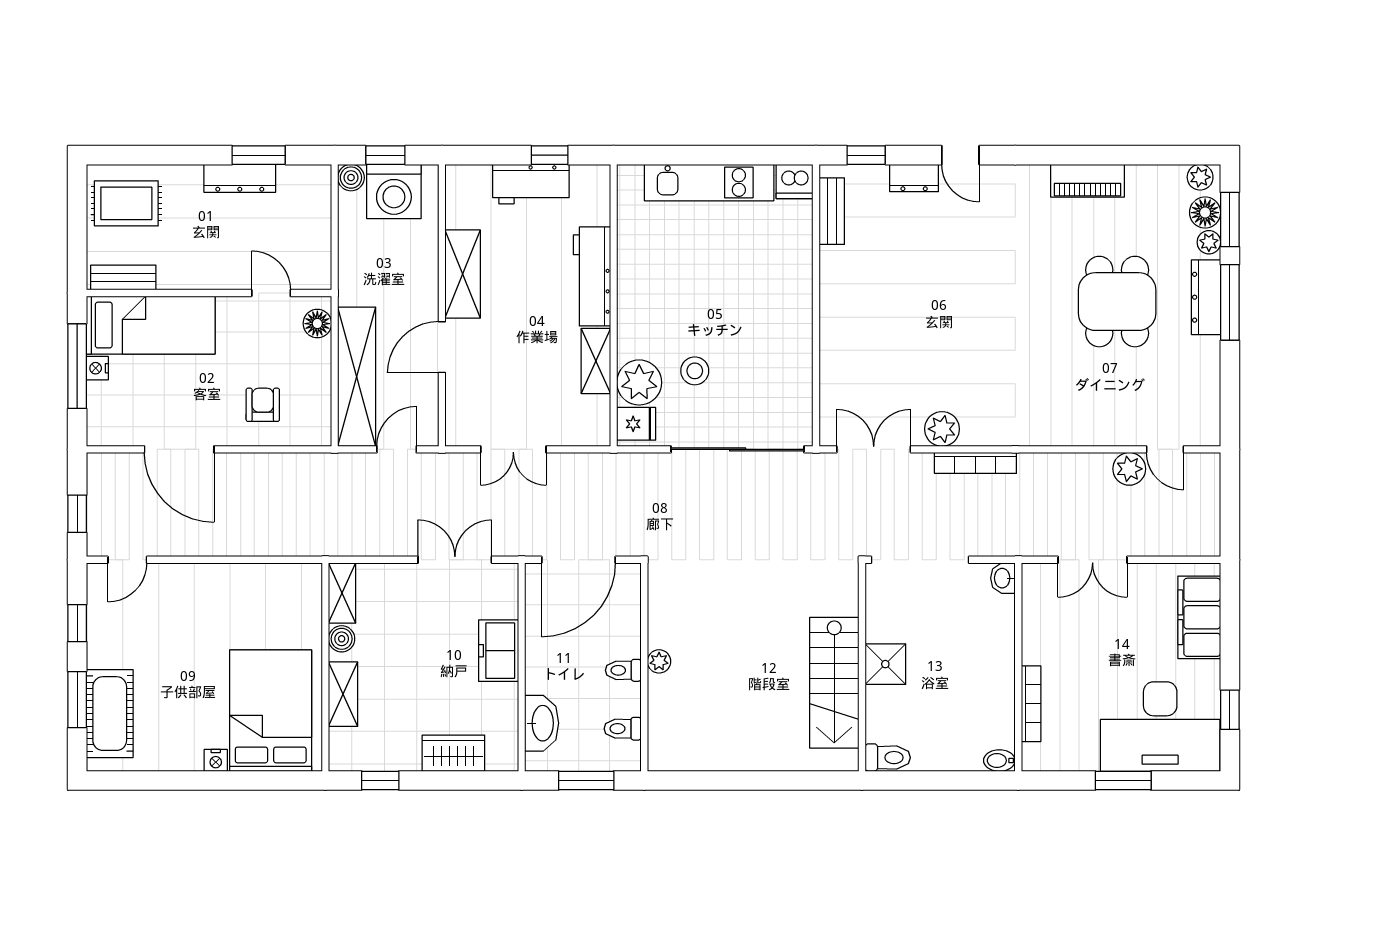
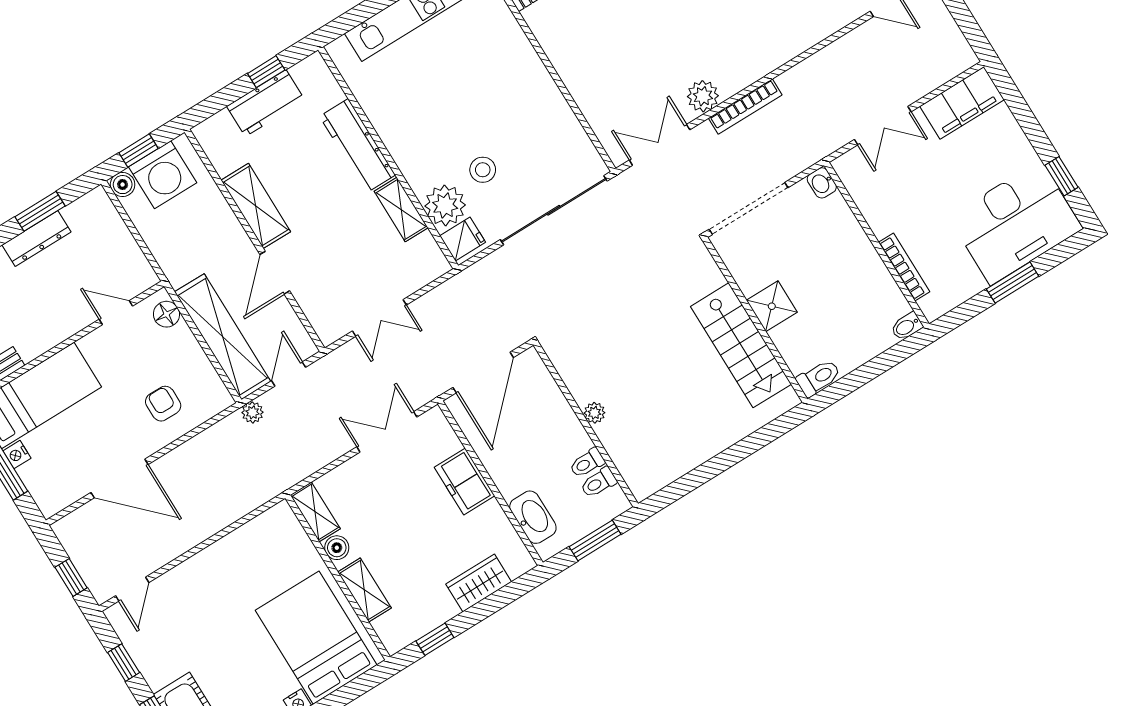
plant: (1129, 469) -> (252, 412), moved, width x0.73, depth x0.73
filing cabinet: (1199, 617) -> (962, 103), moved, turned -90
toilet: (623, 670) -> (587, 463), moved

